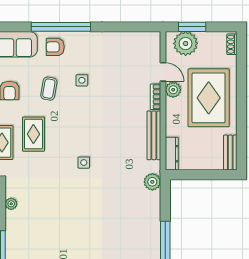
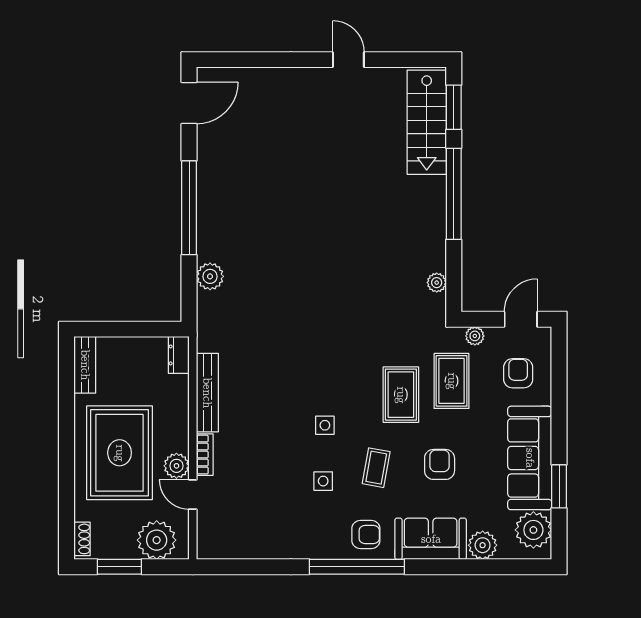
window: (192, 27) -> (119, 567), moved
dresser: (172, 154) -> (179, 355), width x0.70
side table: (84, 163) -> (325, 425), moved
plant: (152, 182) -> (210, 276), moved

